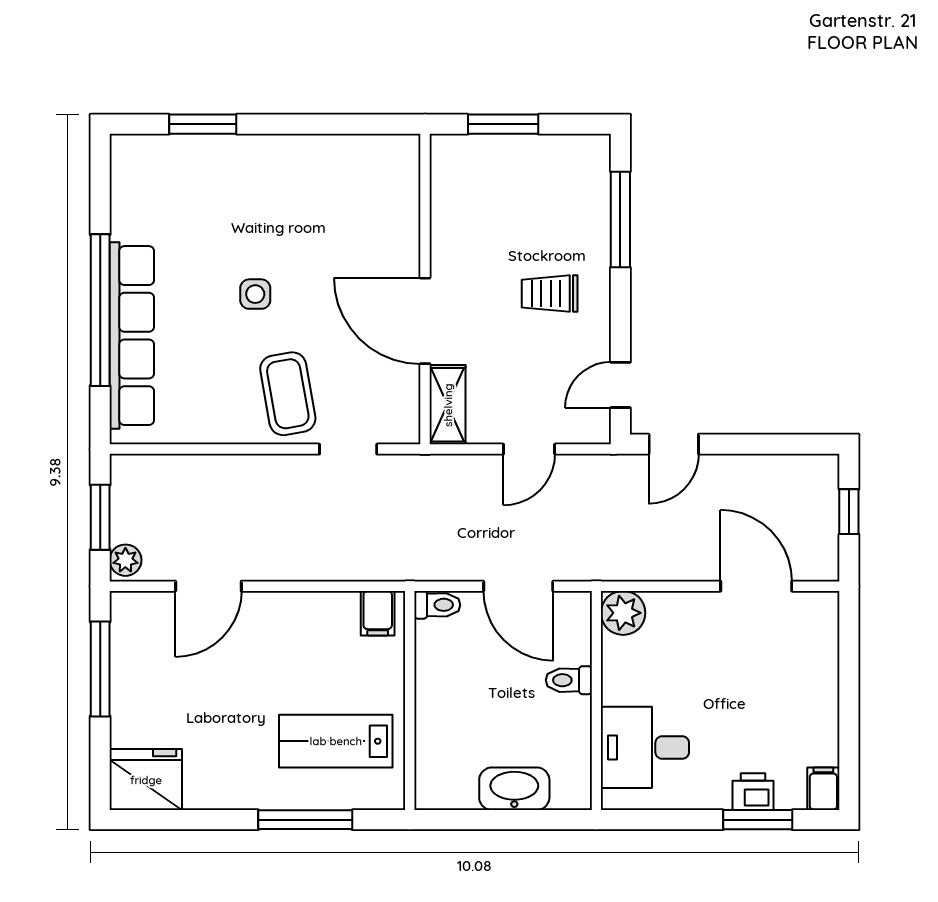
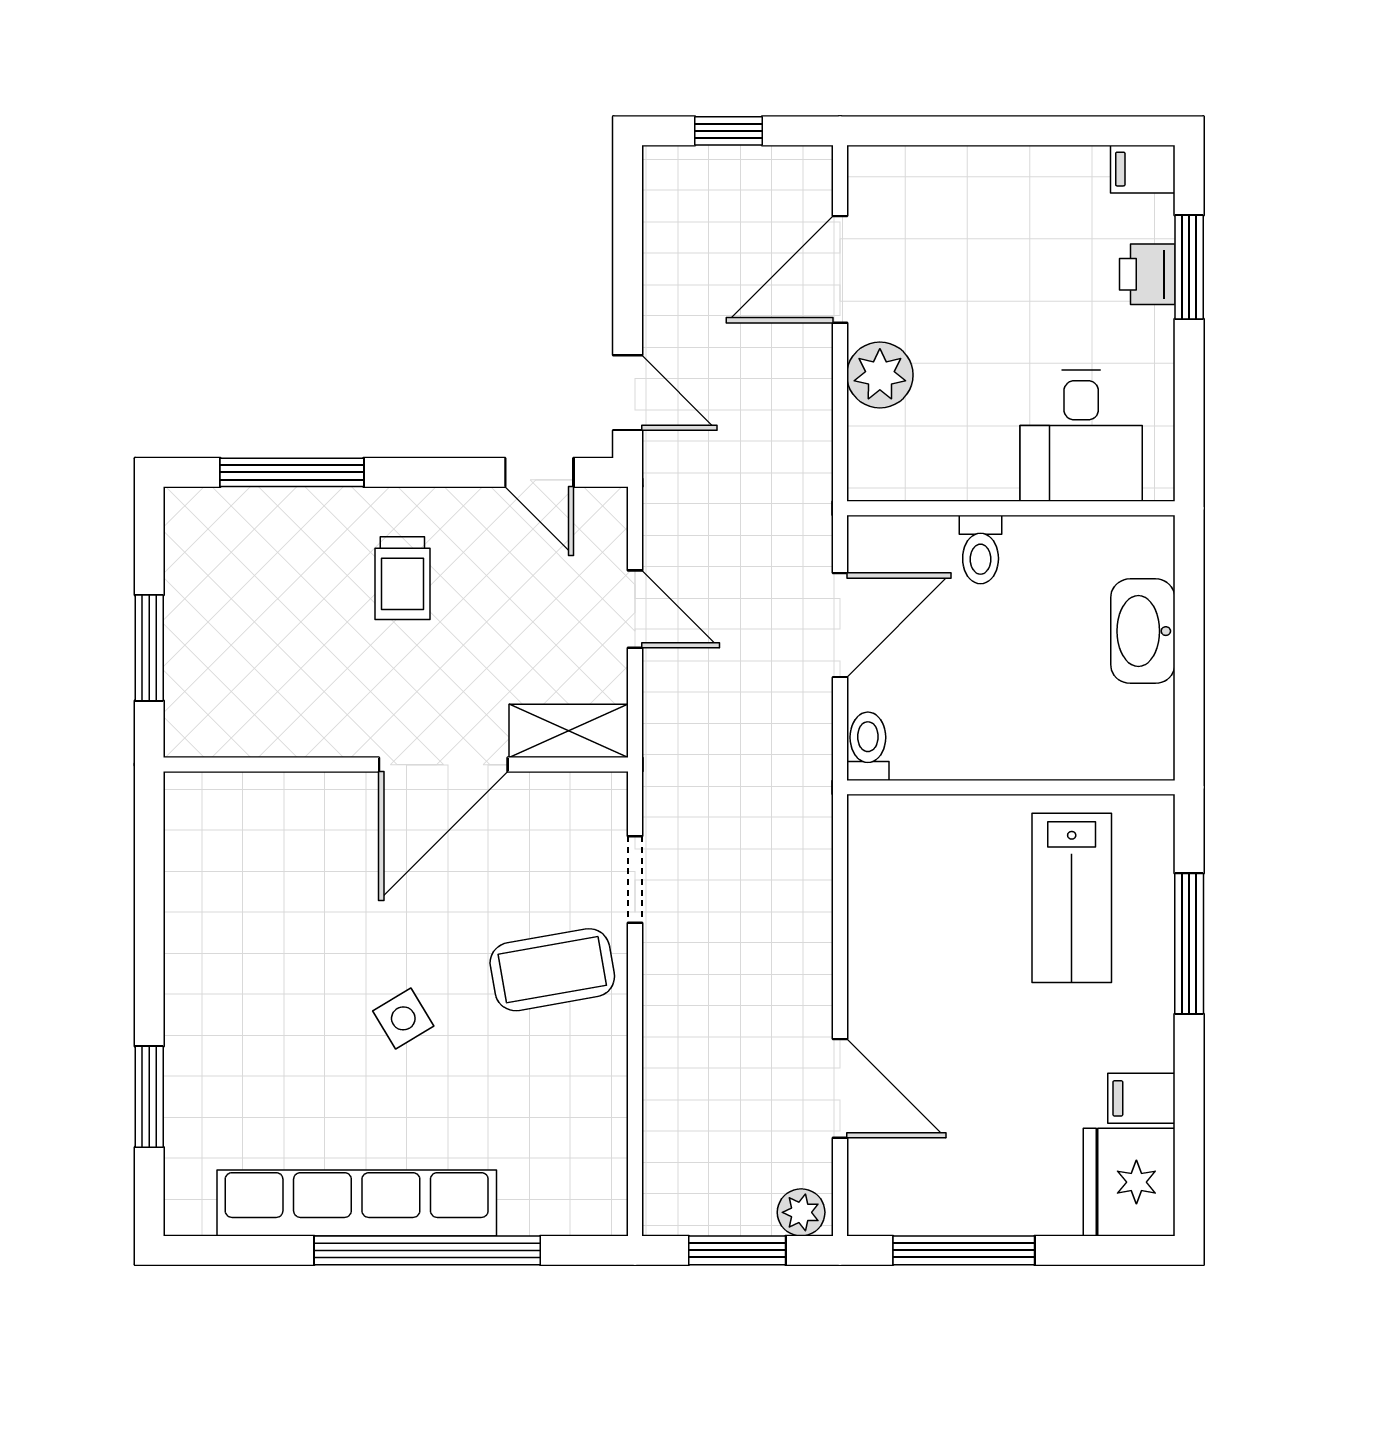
side table: (255, 294) -> (403, 1018), turned -31
row of seats: (132, 336) -> (357, 1203), moved
filing cabinet: (378, 613) -> (1141, 1098), moved, turned 180
plant: (623, 613) -> (880, 375), moved

